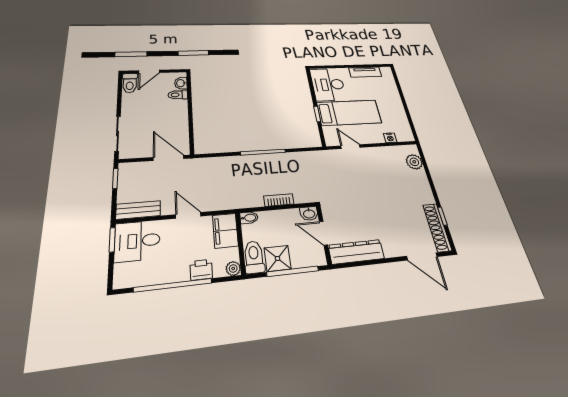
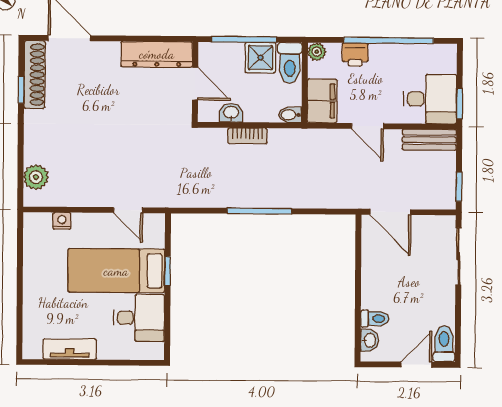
desk: (328, 85) -> (139, 318), width x0.73
washbasin: (309, 214) -> (231, 113), moved

